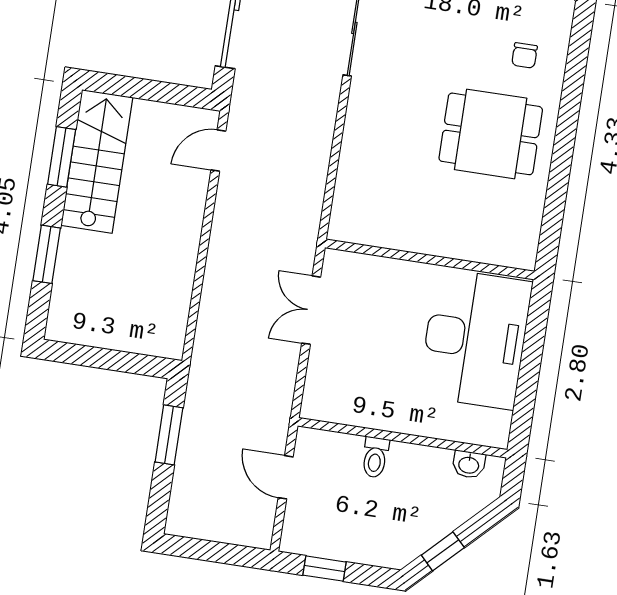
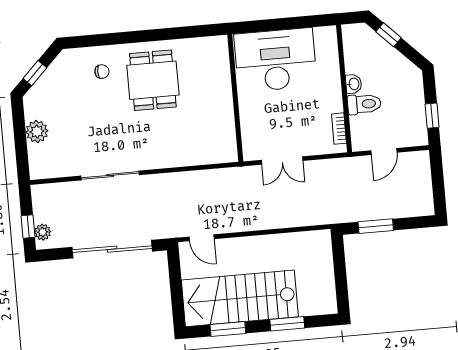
stairs: (97, 161) -> (240, 298), width x1.36, depth x1.51
bookcase: (340, 414) -> (339, 129), added
toilet: (375, 457) -> (364, 104), width x1.37, depth x1.39
washbasin: (469, 464) -> (354, 84), moved
window: (443, 551) -> (389, 35), moved

